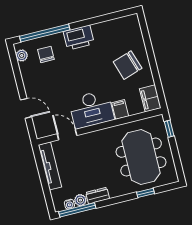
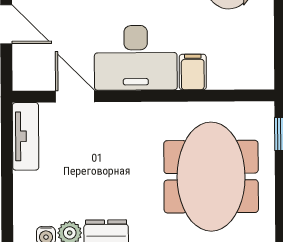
filing cabinet: (150, 98) -> (258, 65), removed
tv unit: (50, 166) -> (26, 136), width x0.71

